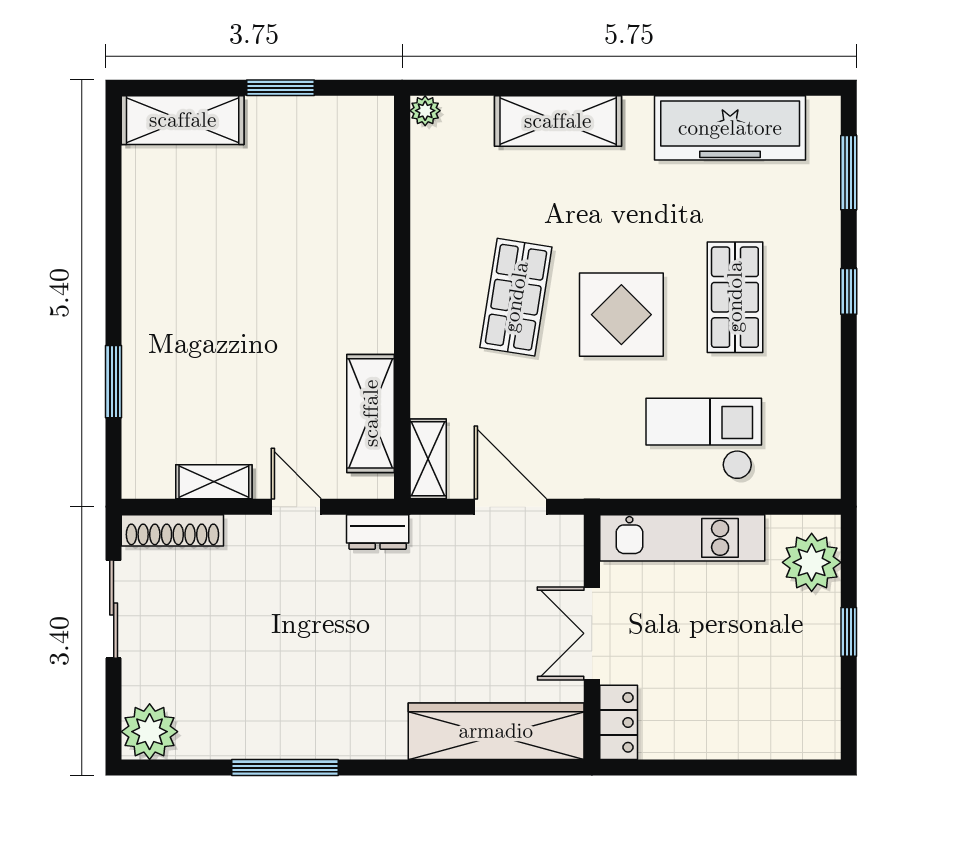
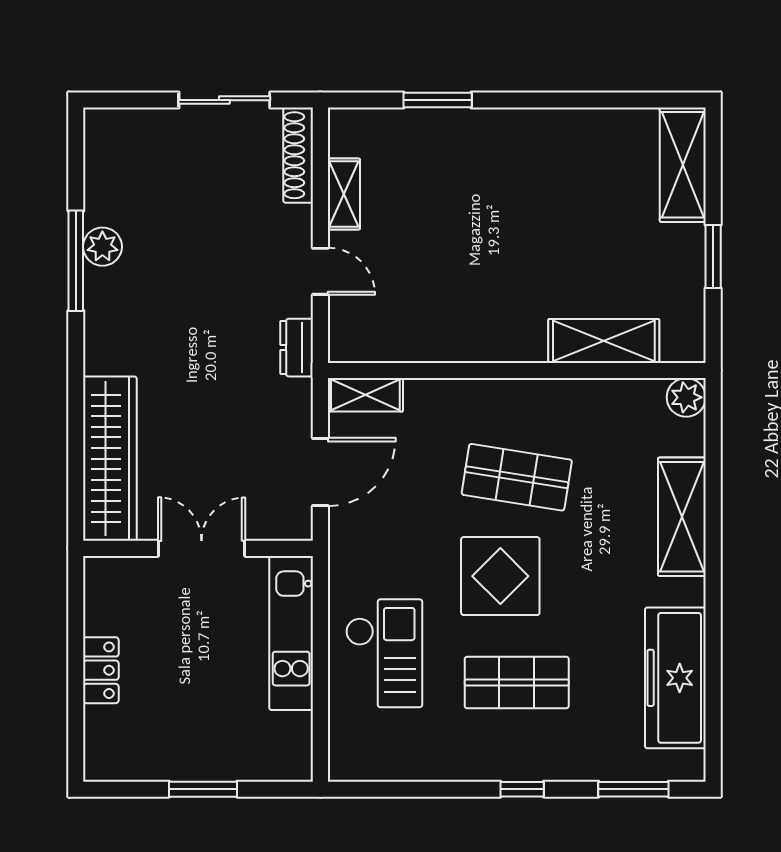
plant: (425, 111) -> (686, 397), width x1.38, depth x1.38
shelving: (371, 413) -> (604, 341), moved
door: (296, 507) -> (320, 271), hinge flipped
plant: (812, 562) -> (268, 754), removed
window: (849, 632) -> (203, 789), width x1.50
locker: (619, 722) -> (101, 670), moved, turned -90
plant: (150, 732) -> (102, 247), moved, width x0.73, depth x0.73

